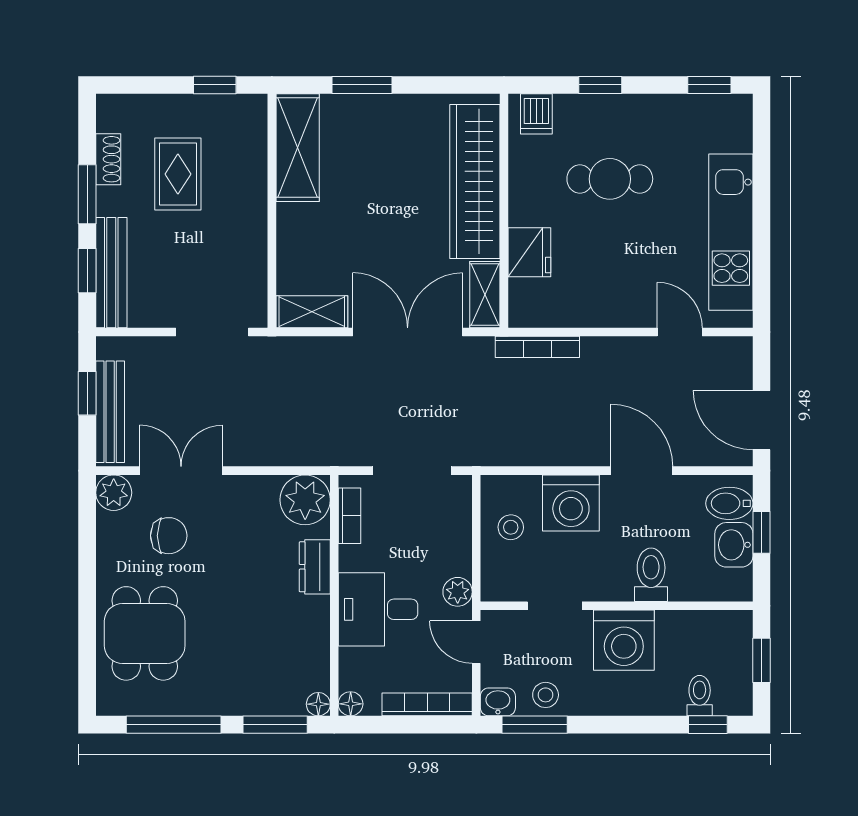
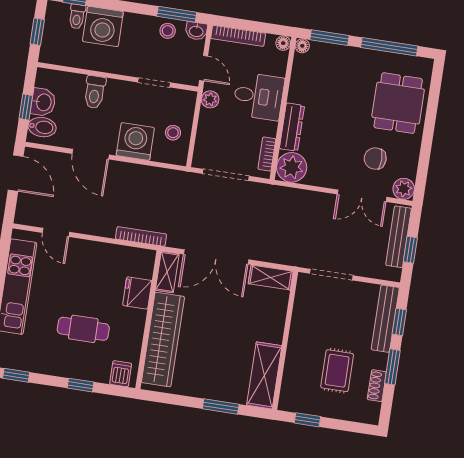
dresser: (315, 567) -> (292, 127), width x1.44
washing machine: (624, 640) -> (103, 26), moved, turned 180

